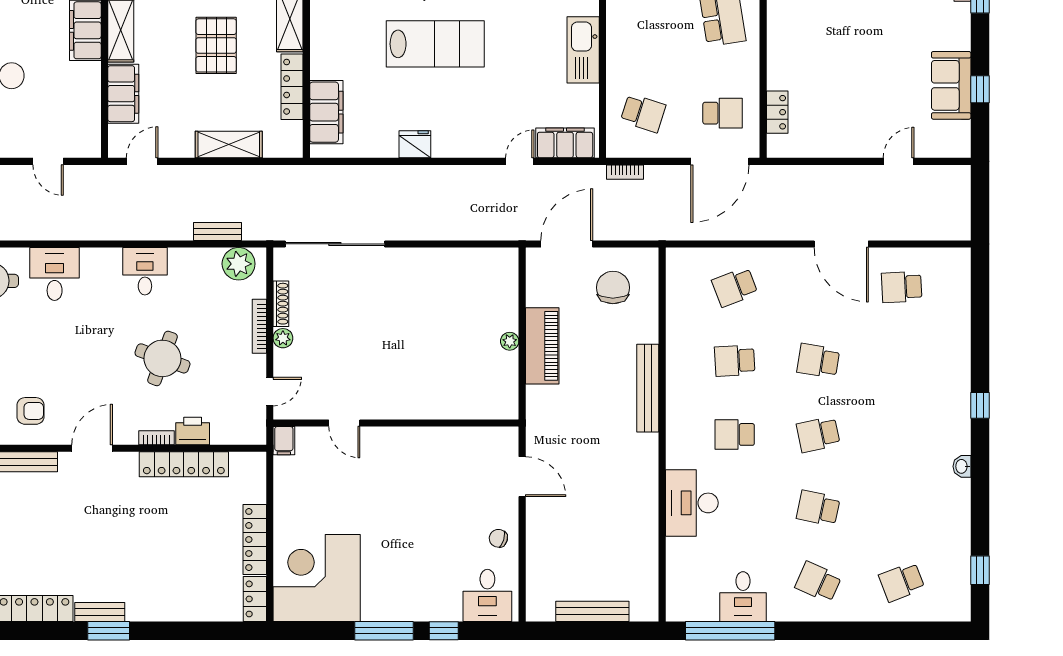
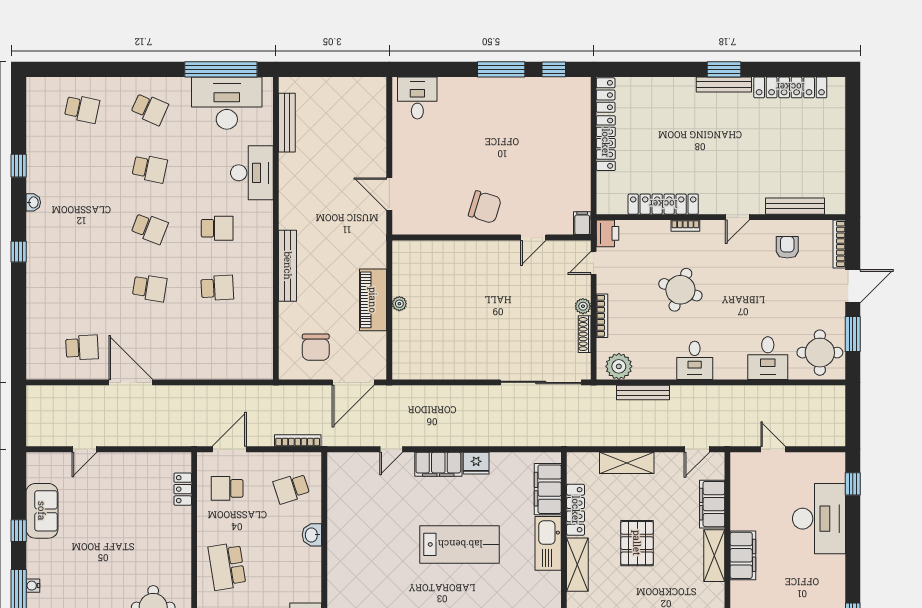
lab bench: (435, 44) -> (460, 544), turned 180
kitchen sink: (583, 50) -> (548, 543), moved, turned 180
washbasin: (618, 56) -> (312, 535), added
window: (980, 89) -> (19, 531), moved
school desk: (643, 113) -> (291, 488), turned -36
filing cabinet: (565, 143) -> (438, 464), moved
door: (720, 161) -> (229, 449), width x0.73
bookcase: (625, 172) -> (298, 441), width x1.56
bench: (217, 231) -> (643, 393), width x1.36
school desk: (735, 287) -> (217, 348), removed
armchair: (30, 411) -> (787, 247), turned 90
door: (344, 423) -> (533, 237), swing flipped
printer: (193, 431) -> (608, 233), moved, turned -90
school desk: (818, 434) -> (150, 228), turned 33
door: (92, 448) -> (737, 217), width x0.73
chair: (498, 538) -> (485, 207), moved, width x1.87, depth x1.87
window: (980, 570) -> (19, 166), moved
corner desk: (317, 578) -> (556, 112), removed
school desk: (902, 582) -> (82, 109), turned 33
desk: (743, 597) -> (227, 103), width x1.87, depth x1.30
bench: (592, 611) -> (287, 123), moved, turned 90
bench: (100, 612) -> (724, 84), width x1.36
window: (444, 631) -> (554, 69), moved

